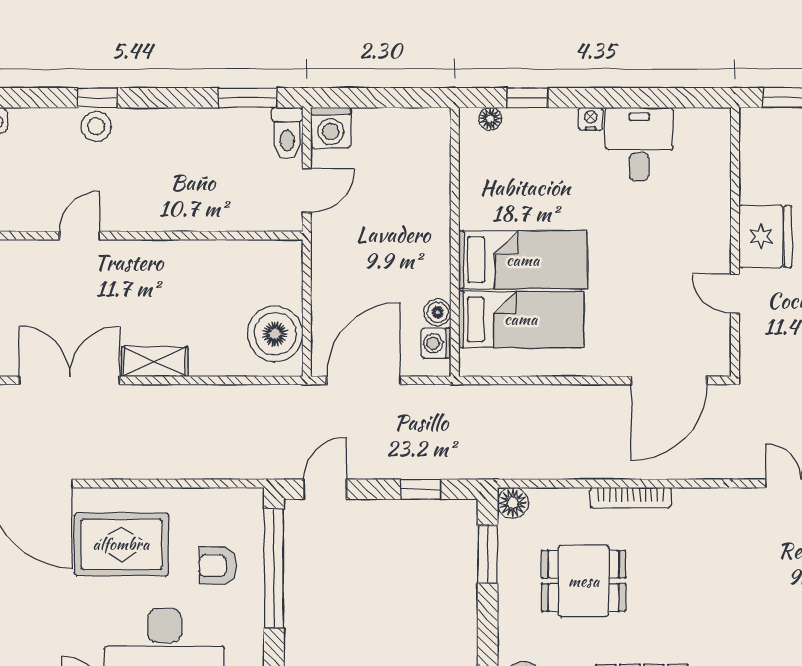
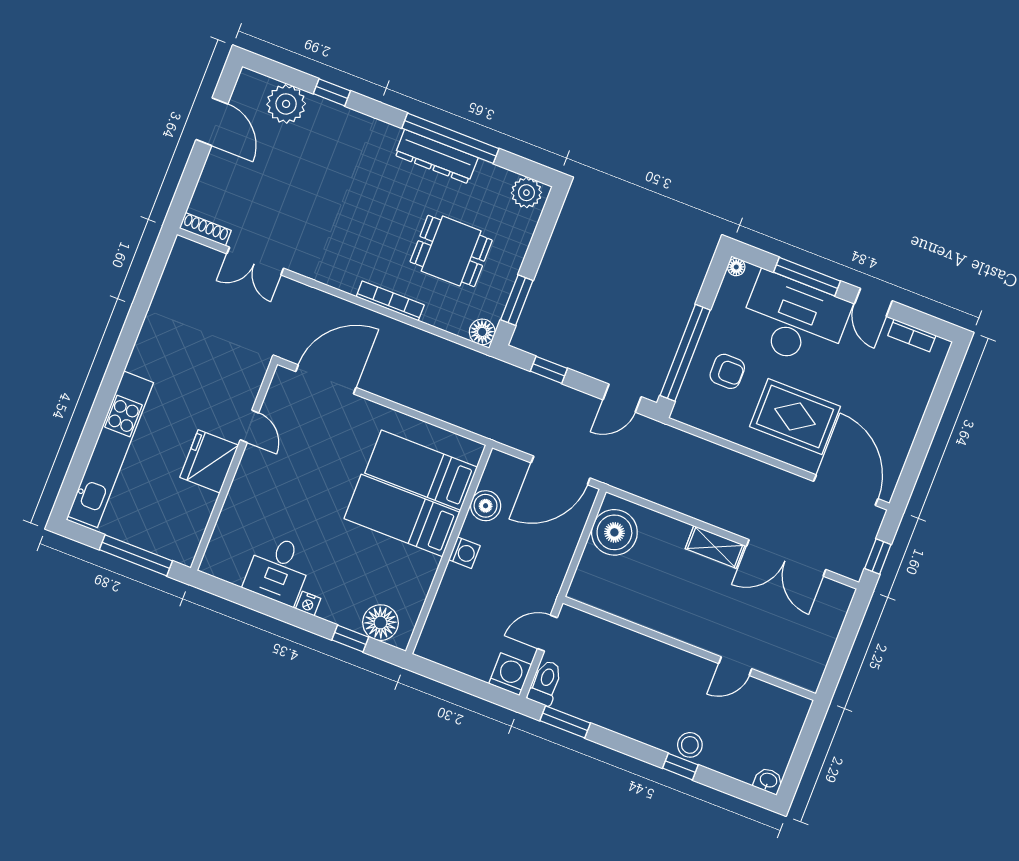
floor lamp: (490, 119) -> (380, 623), width x1.89, depth x1.89
boiler: (438, 312) -> (486, 506), width x1.36, depth x1.36
washing machine: (436, 343) -> (464, 553), moved

